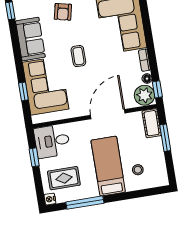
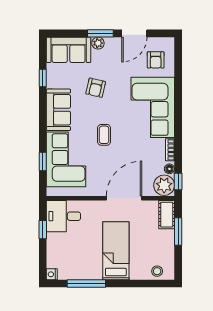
stool: (138, 170) -> (157, 271), moved
rug: (64, 178) -> (69, 255), removed

